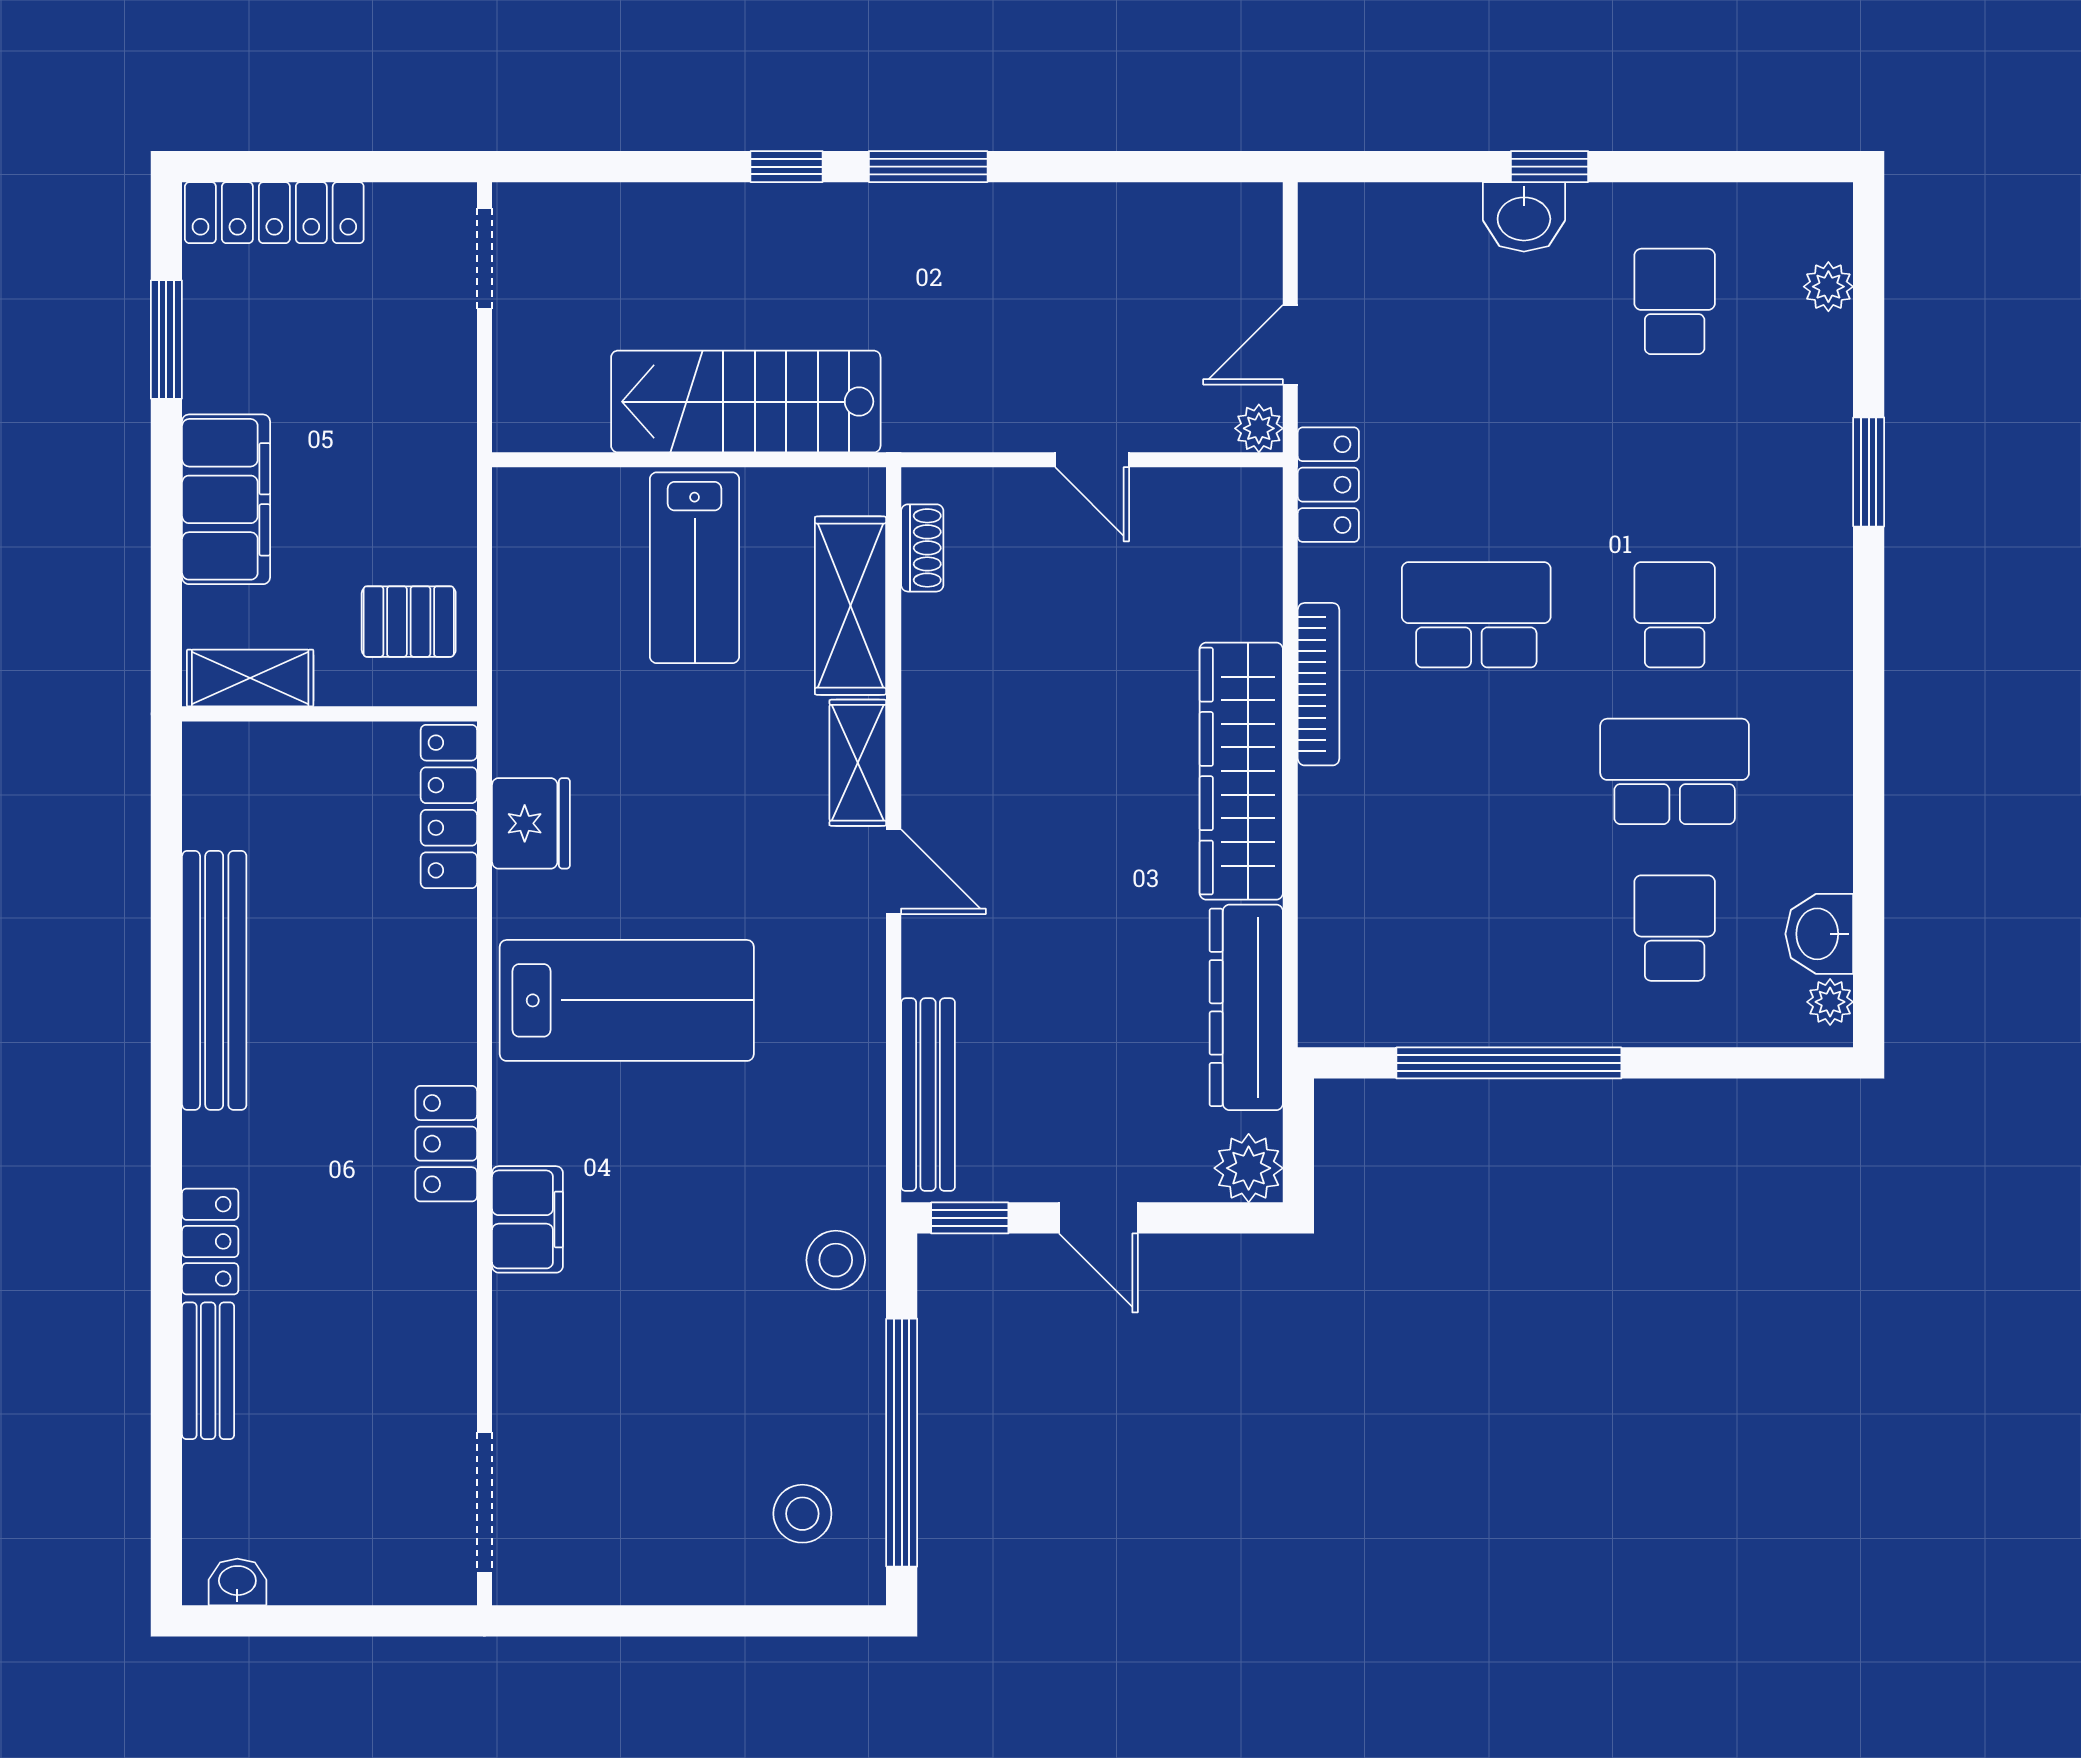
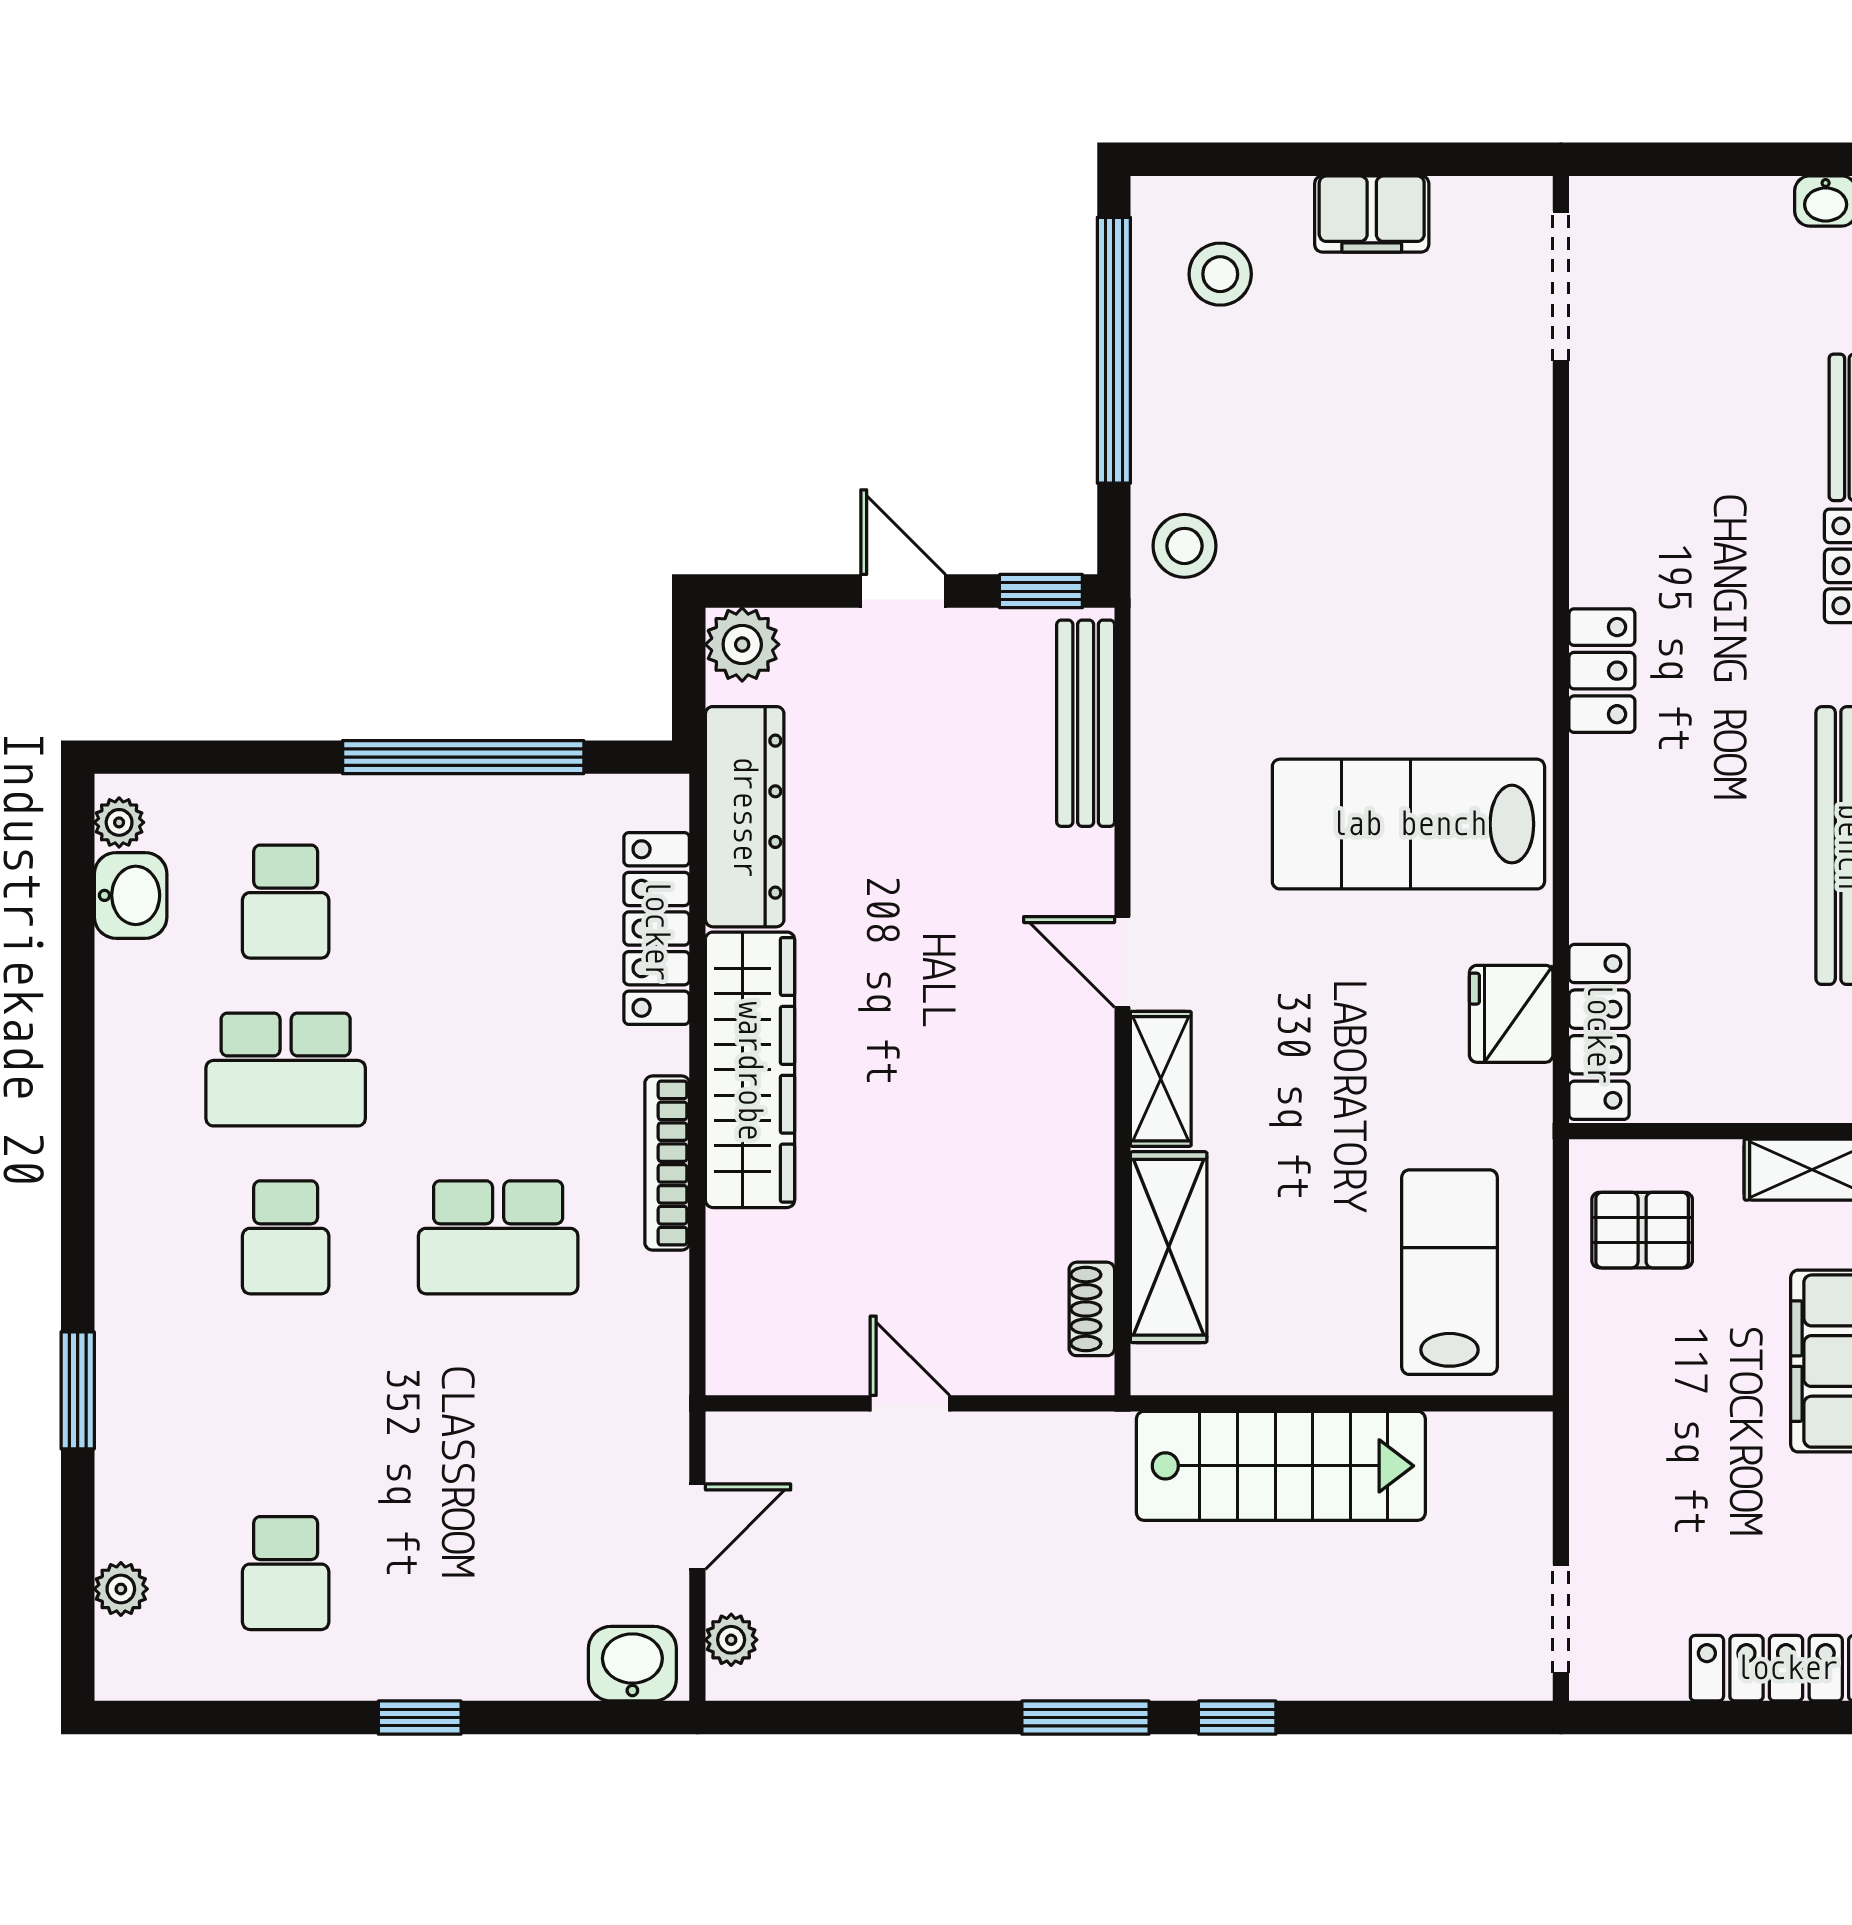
washbasin: (1524, 217) -> (632, 1664), moved
plant: (1259, 428) -> (731, 1640), moved
locker: (1328, 485) -> (657, 929), moved, width x1.53
lab bench: (695, 568) -> (1450, 1272), moved
filing cabinet: (527, 1219) -> (1372, 214), moved, turned -90

